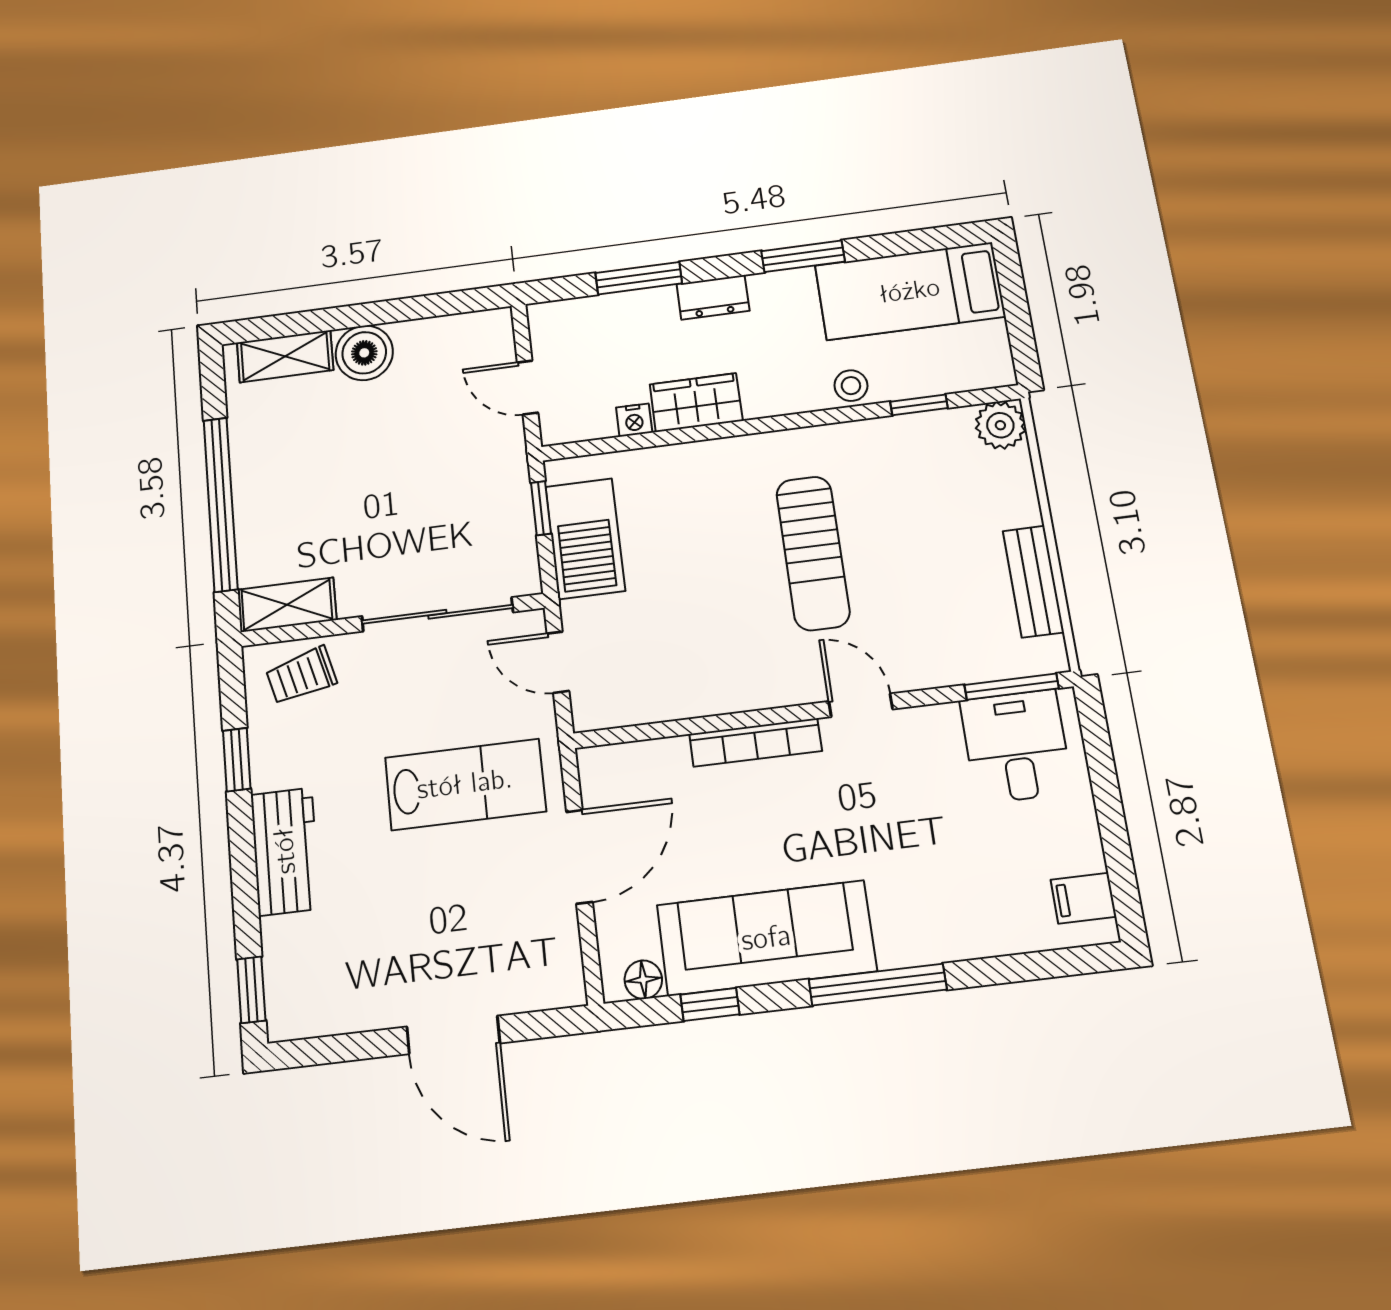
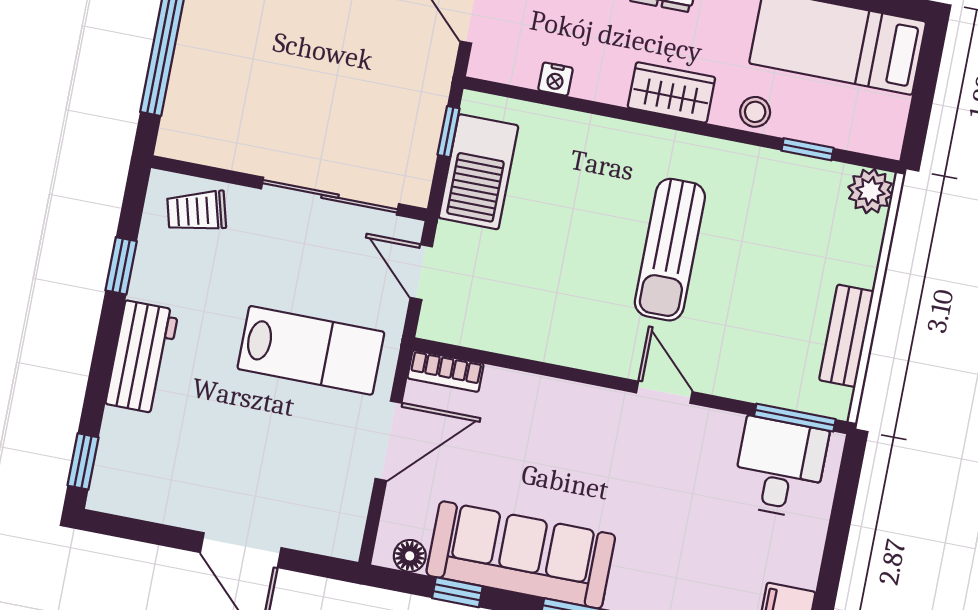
wardrobe: (696, 403) -> (671, 92), moved
shelving: (287, 605) -> (201, 144), removed
bookcase: (755, 742) -> (446, 371), moved, width x0.64

